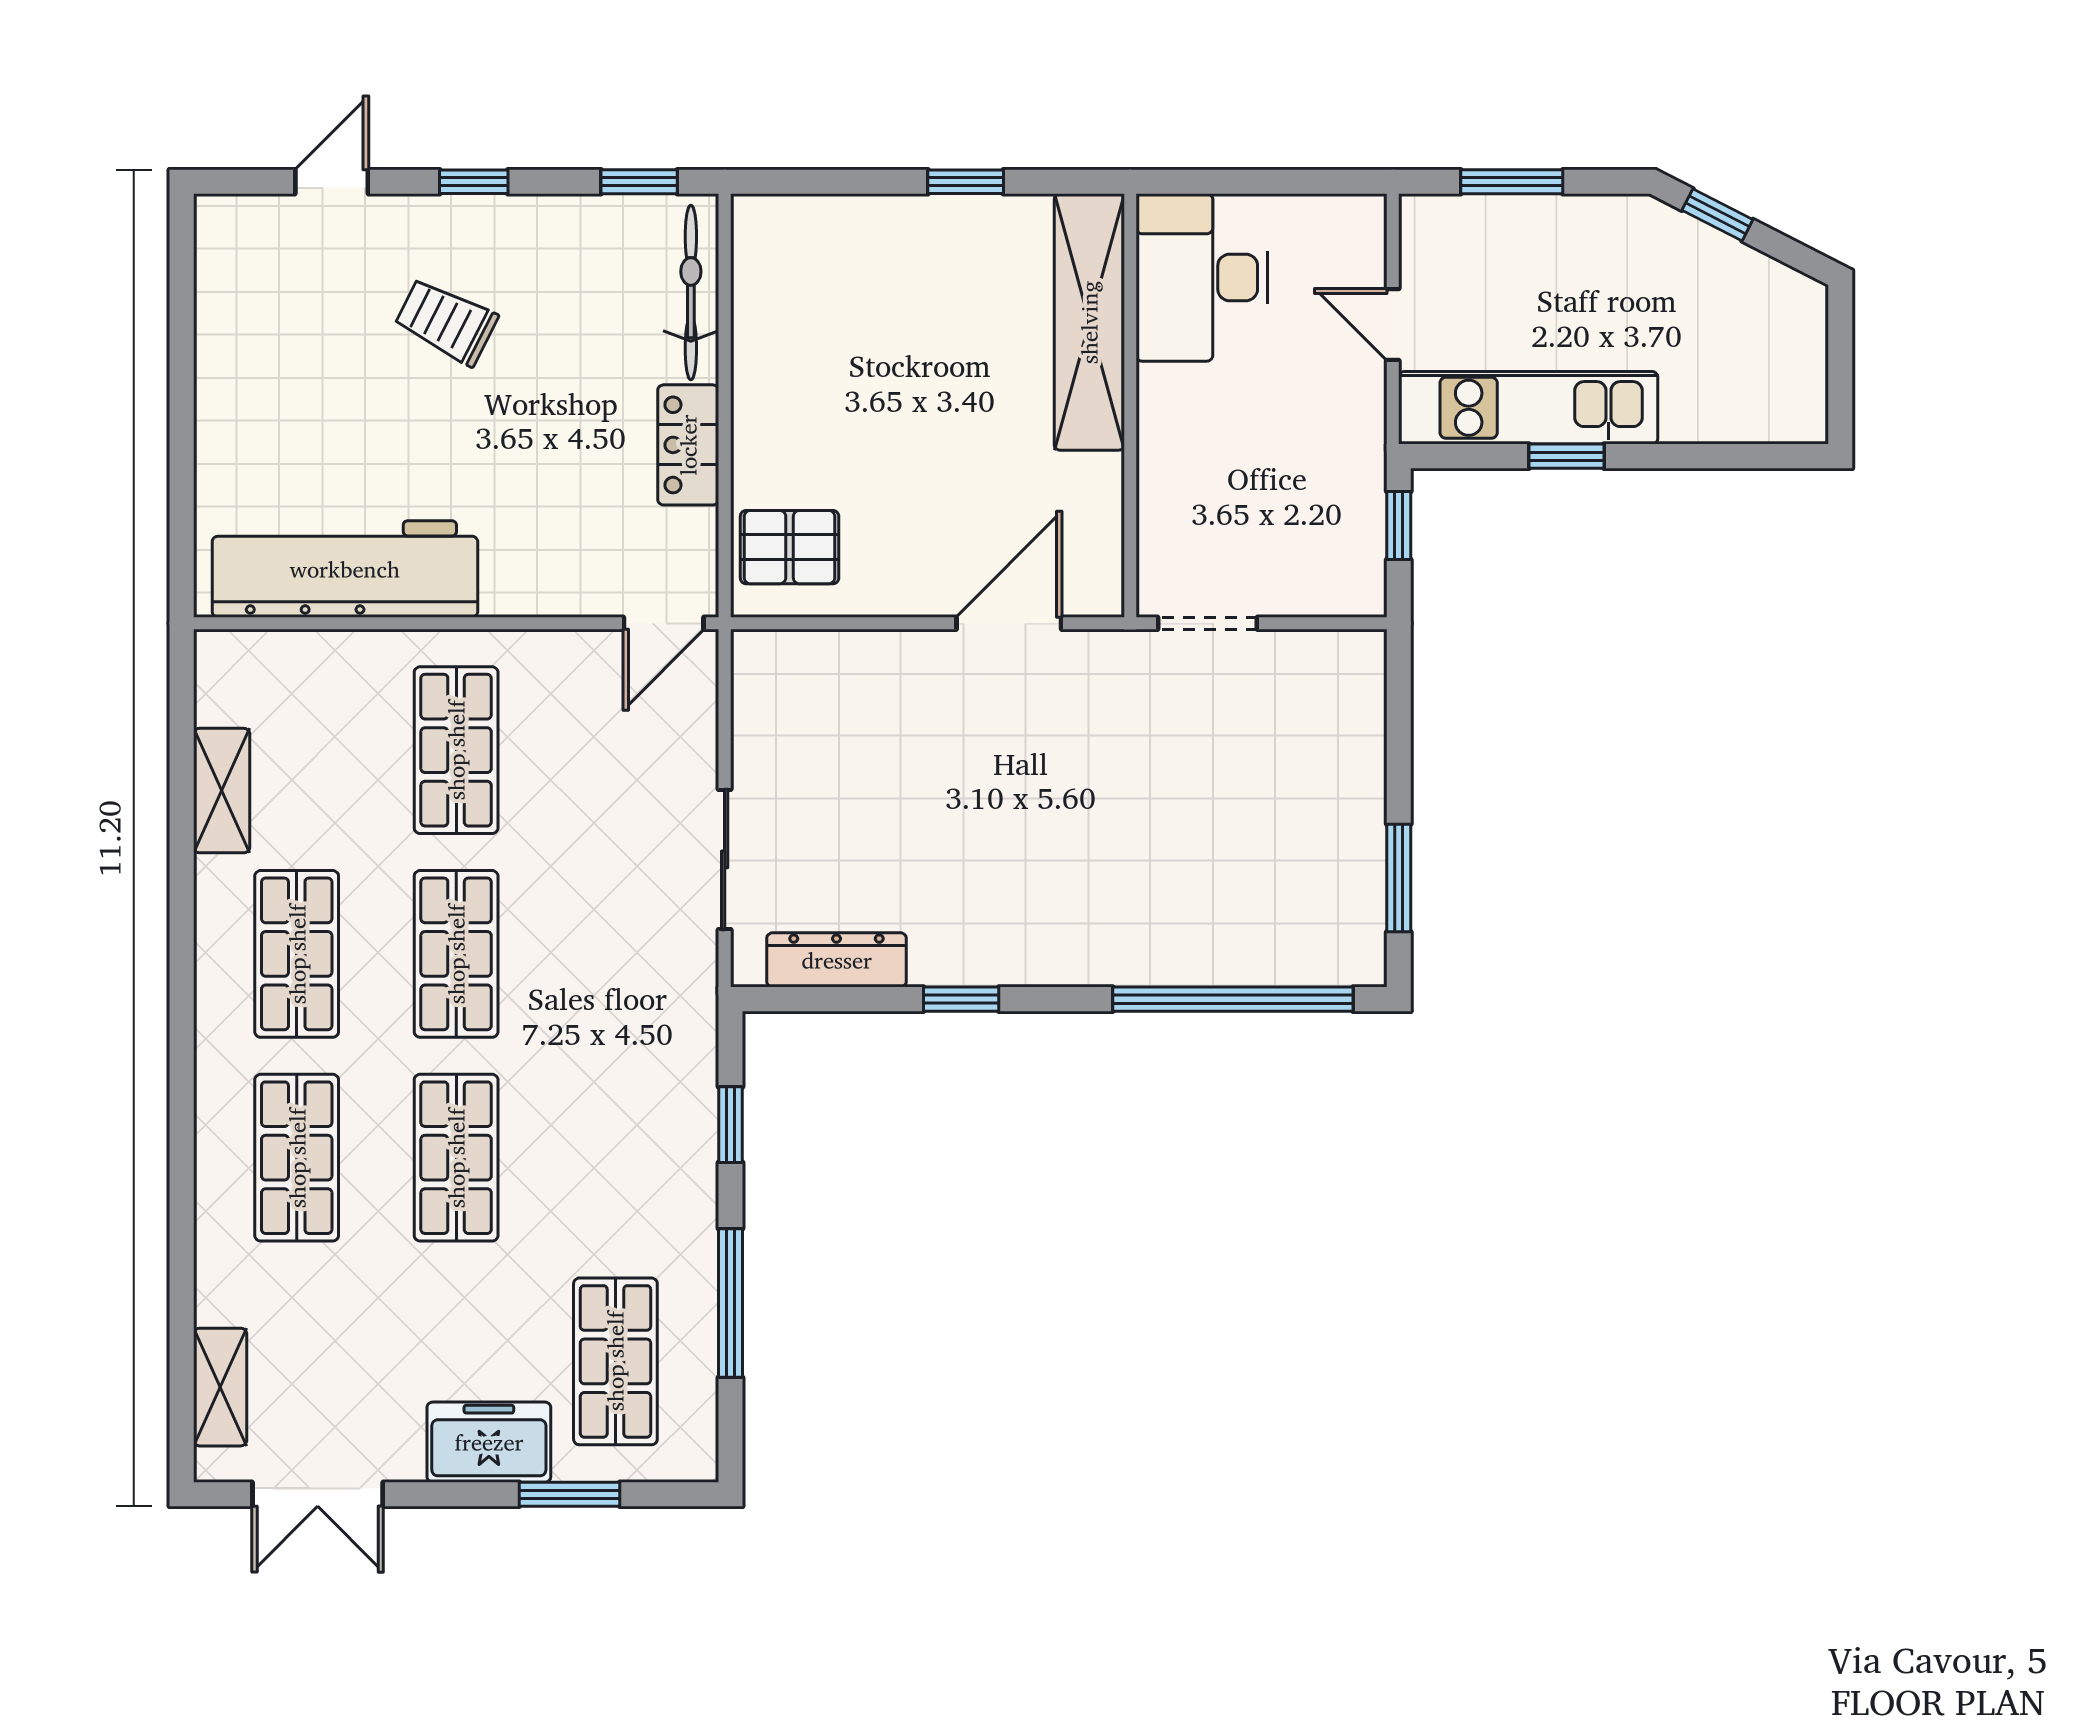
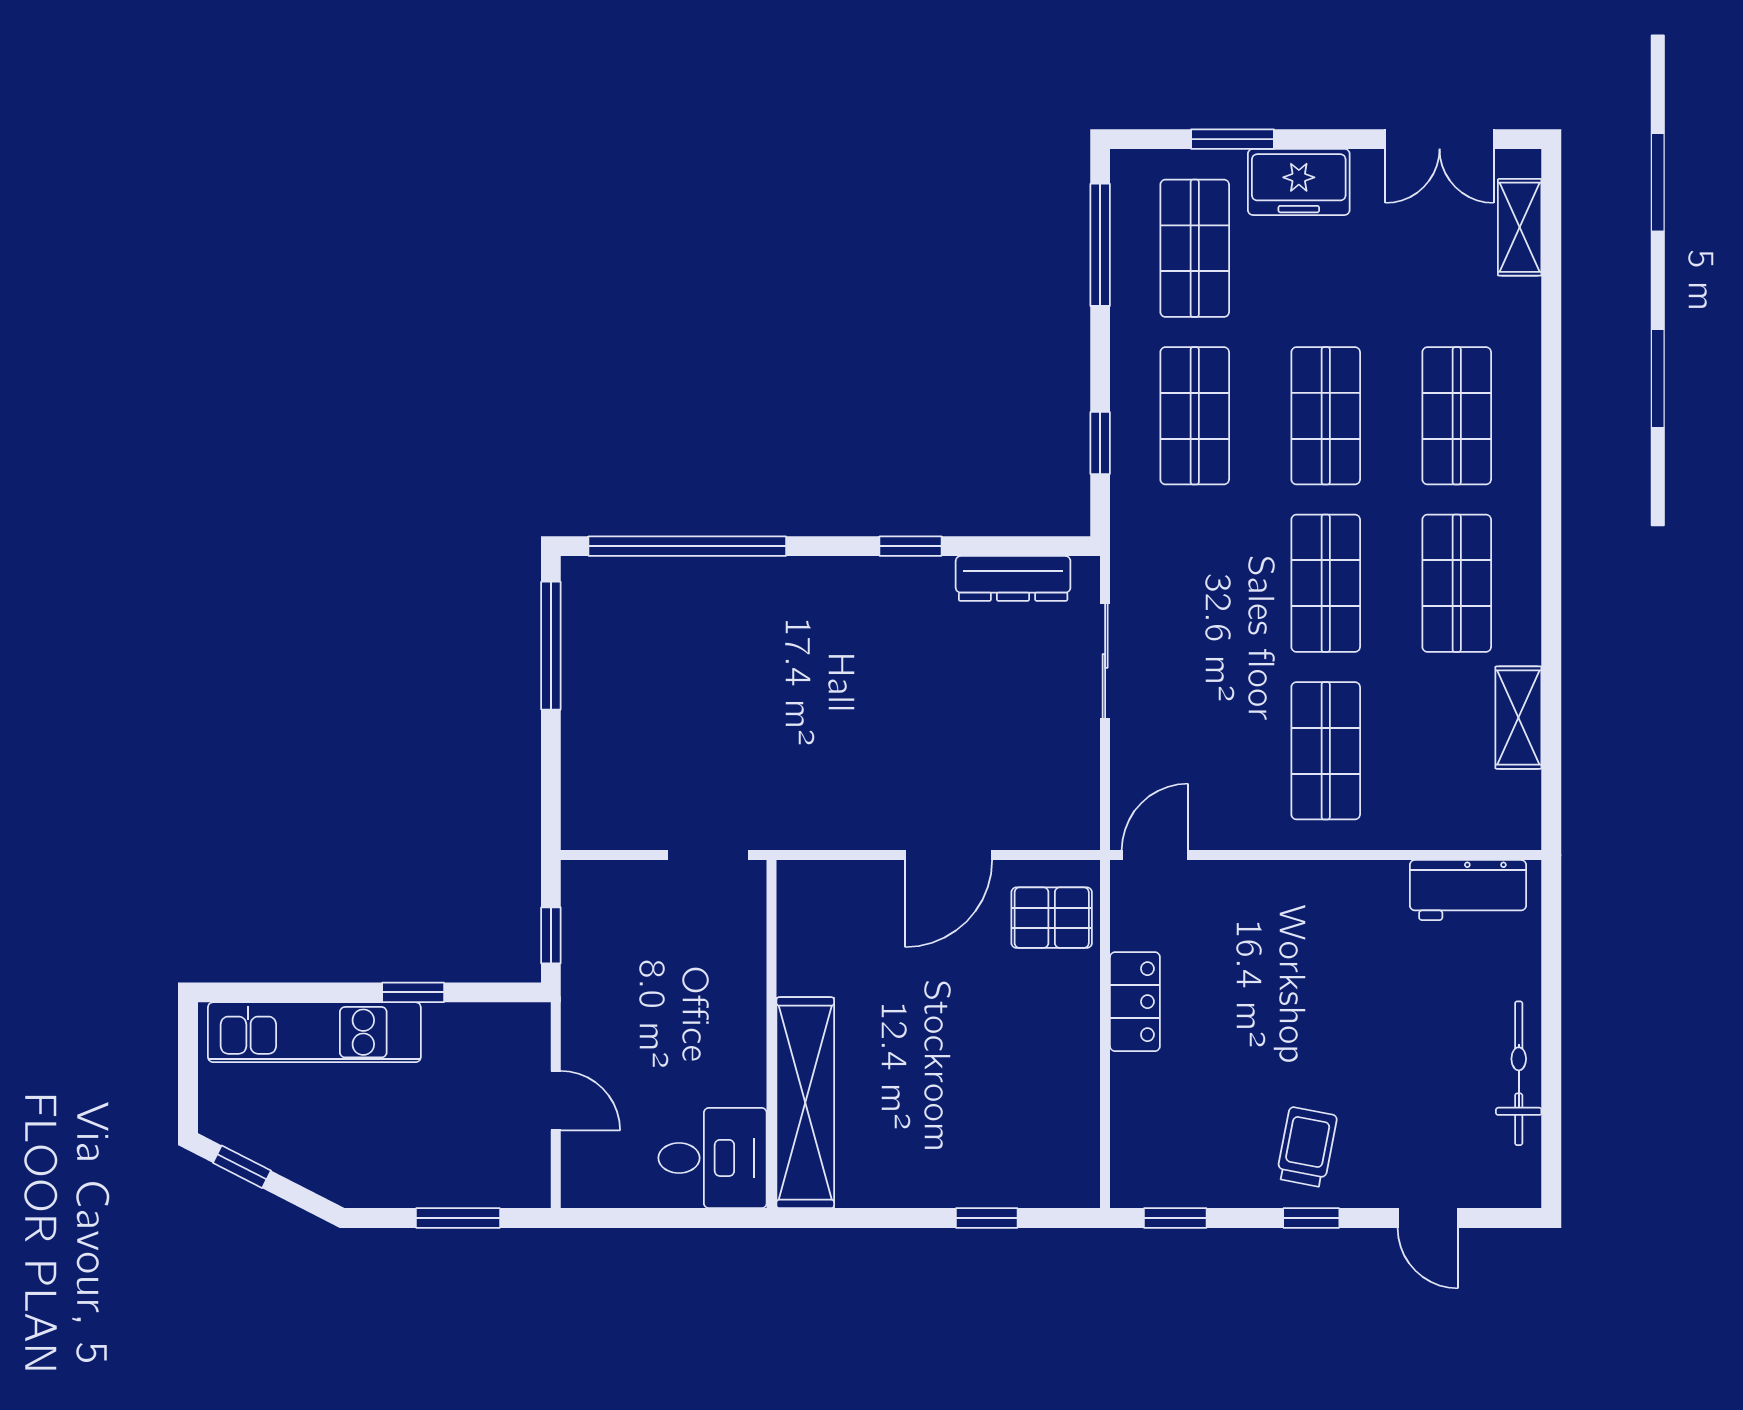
door: (332, 182) -> (1428, 1218), hinge flipped
window: (966, 182) -> (987, 1218), moved
window: (1717, 215) -> (242, 1167), moved
desk: (1202, 277) -> (713, 1158), width x0.73
bicycle: (691, 292) -> (1519, 1073), moved, turned 180
trolley: (446, 322) -> (1307, 1147), moved, turned -106
kitchen unit: (1528, 408) -> (314, 1032), moved
workbench: (345, 569) -> (1468, 890), width x0.53, depth x0.76
door: (1009, 623) -> (949, 855), moved
window: (1399, 878) -> (551, 646), width x1.44
shop shelf: (615, 1158) -> (1195, 416), added
window: (731, 1303) -> (1100, 245), moved
double door: (318, 1494) -> (1440, 139), swing flipped

